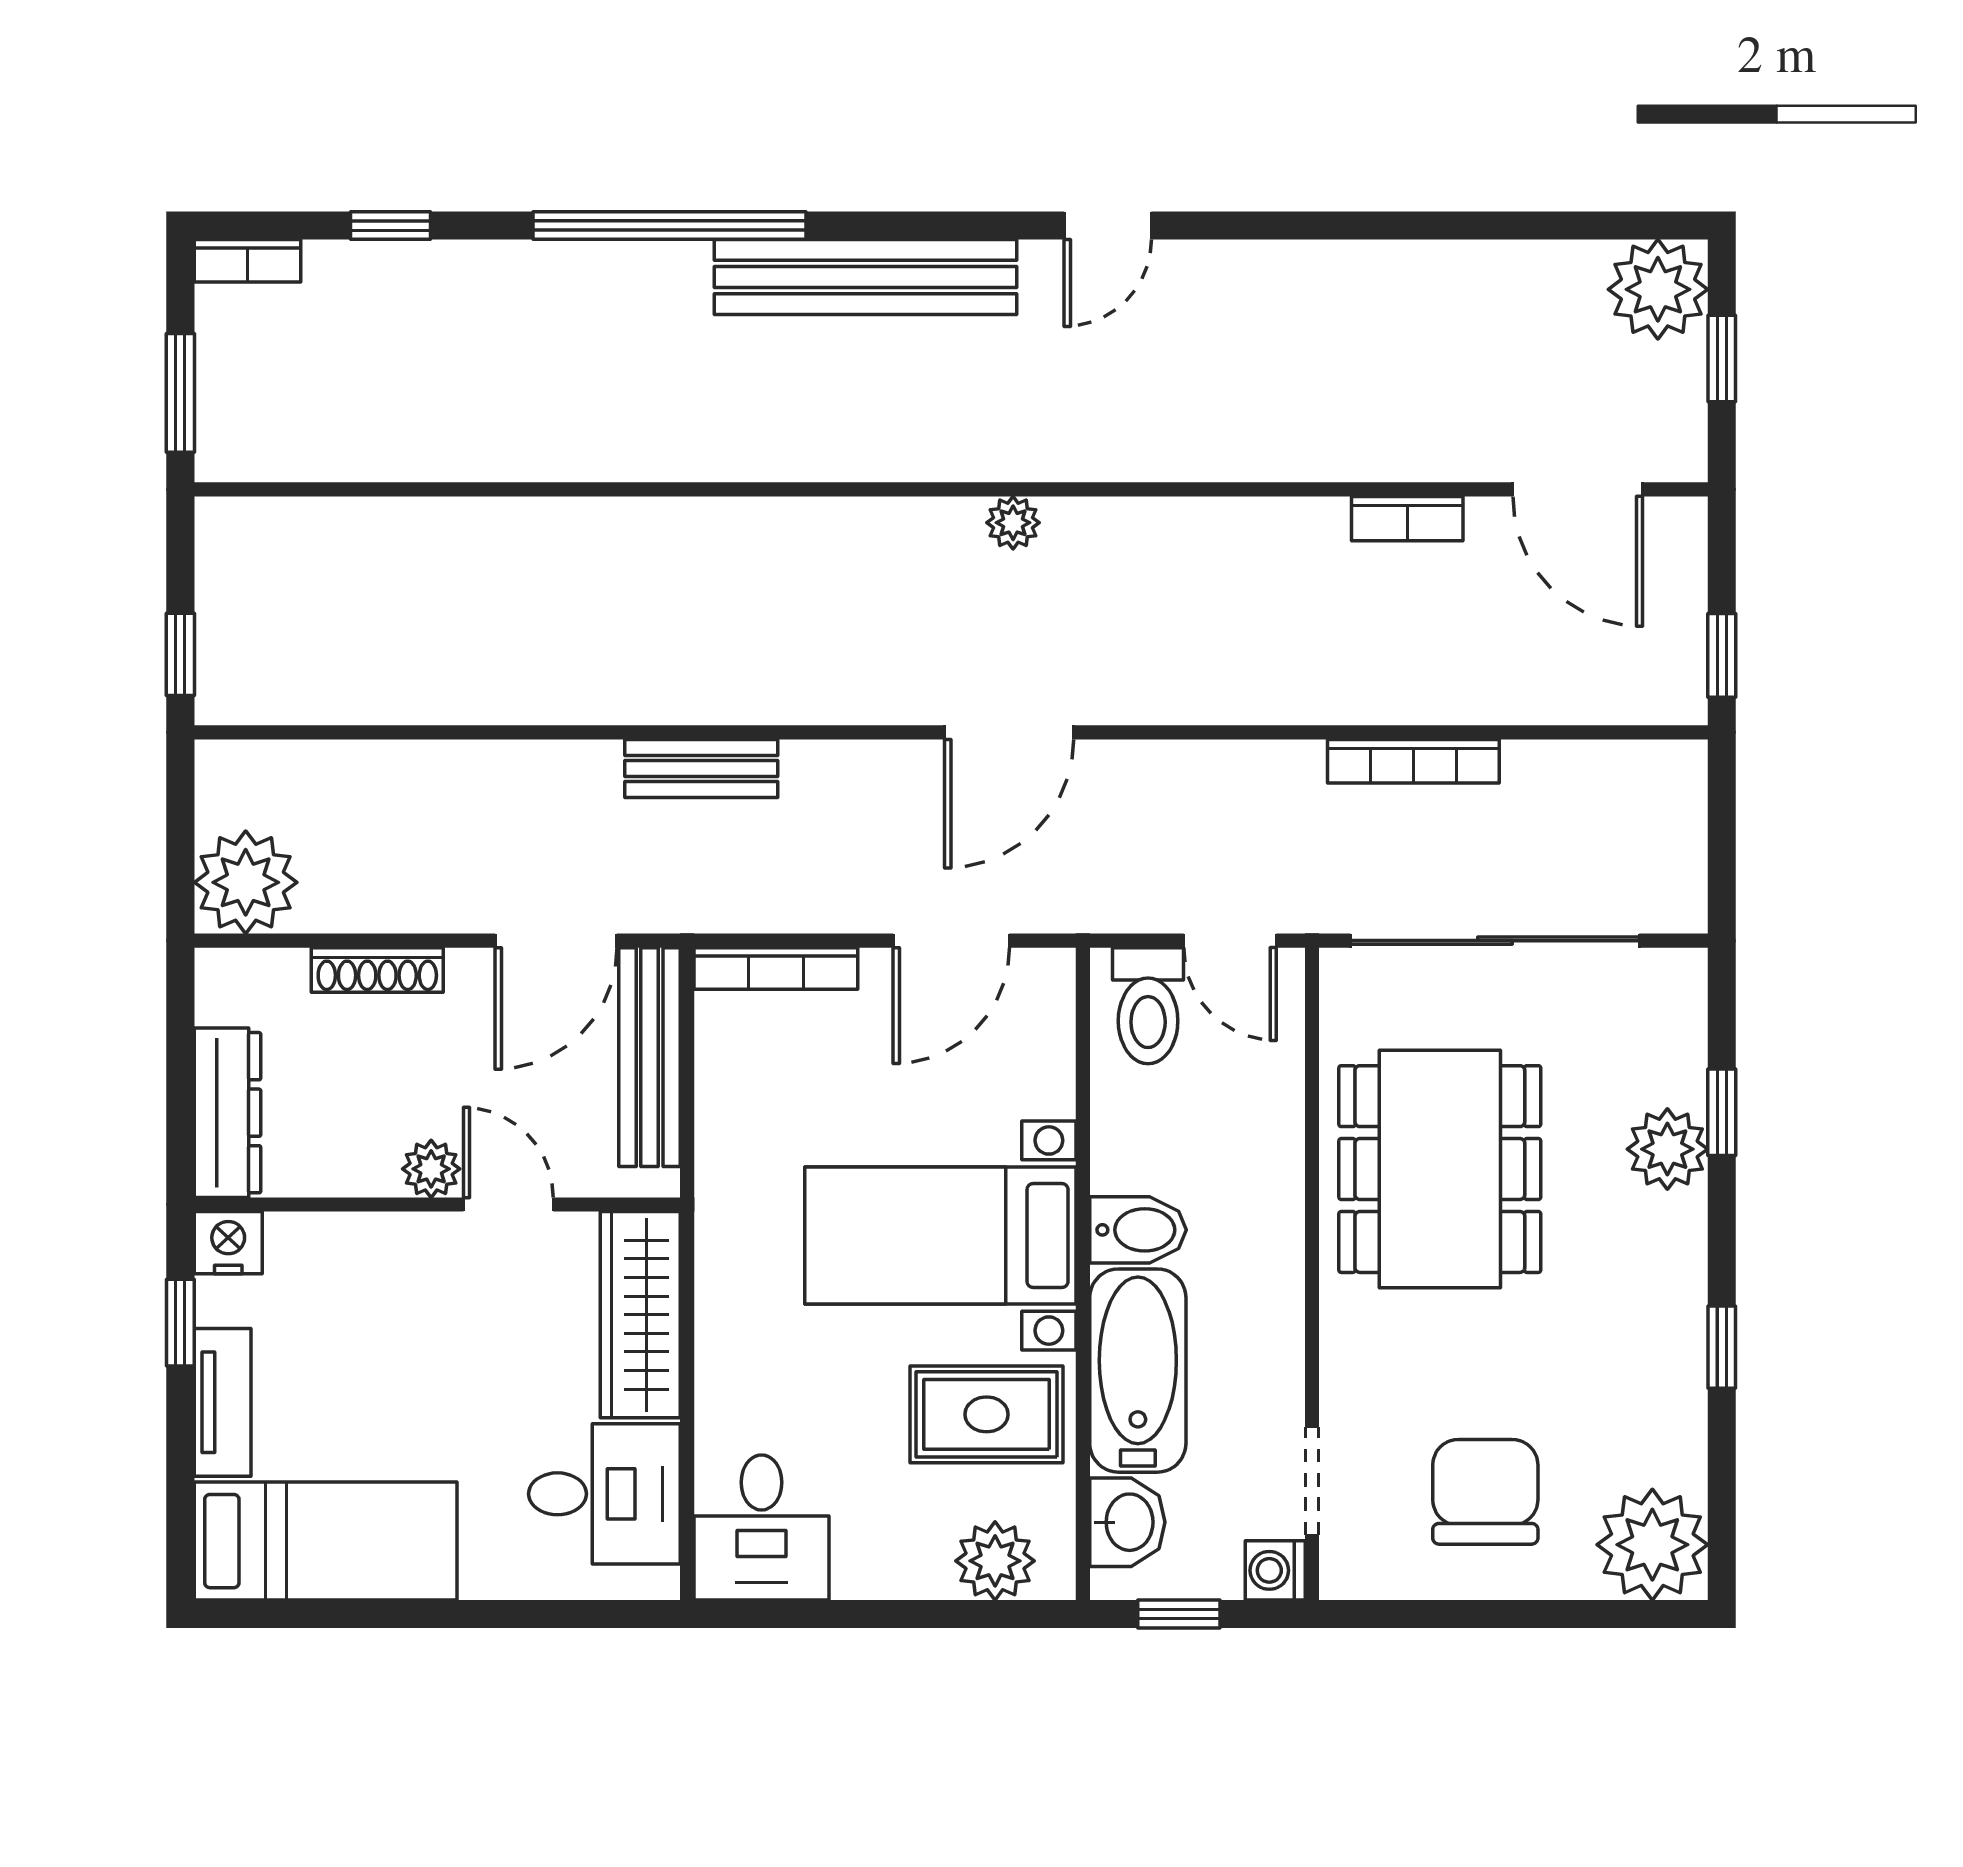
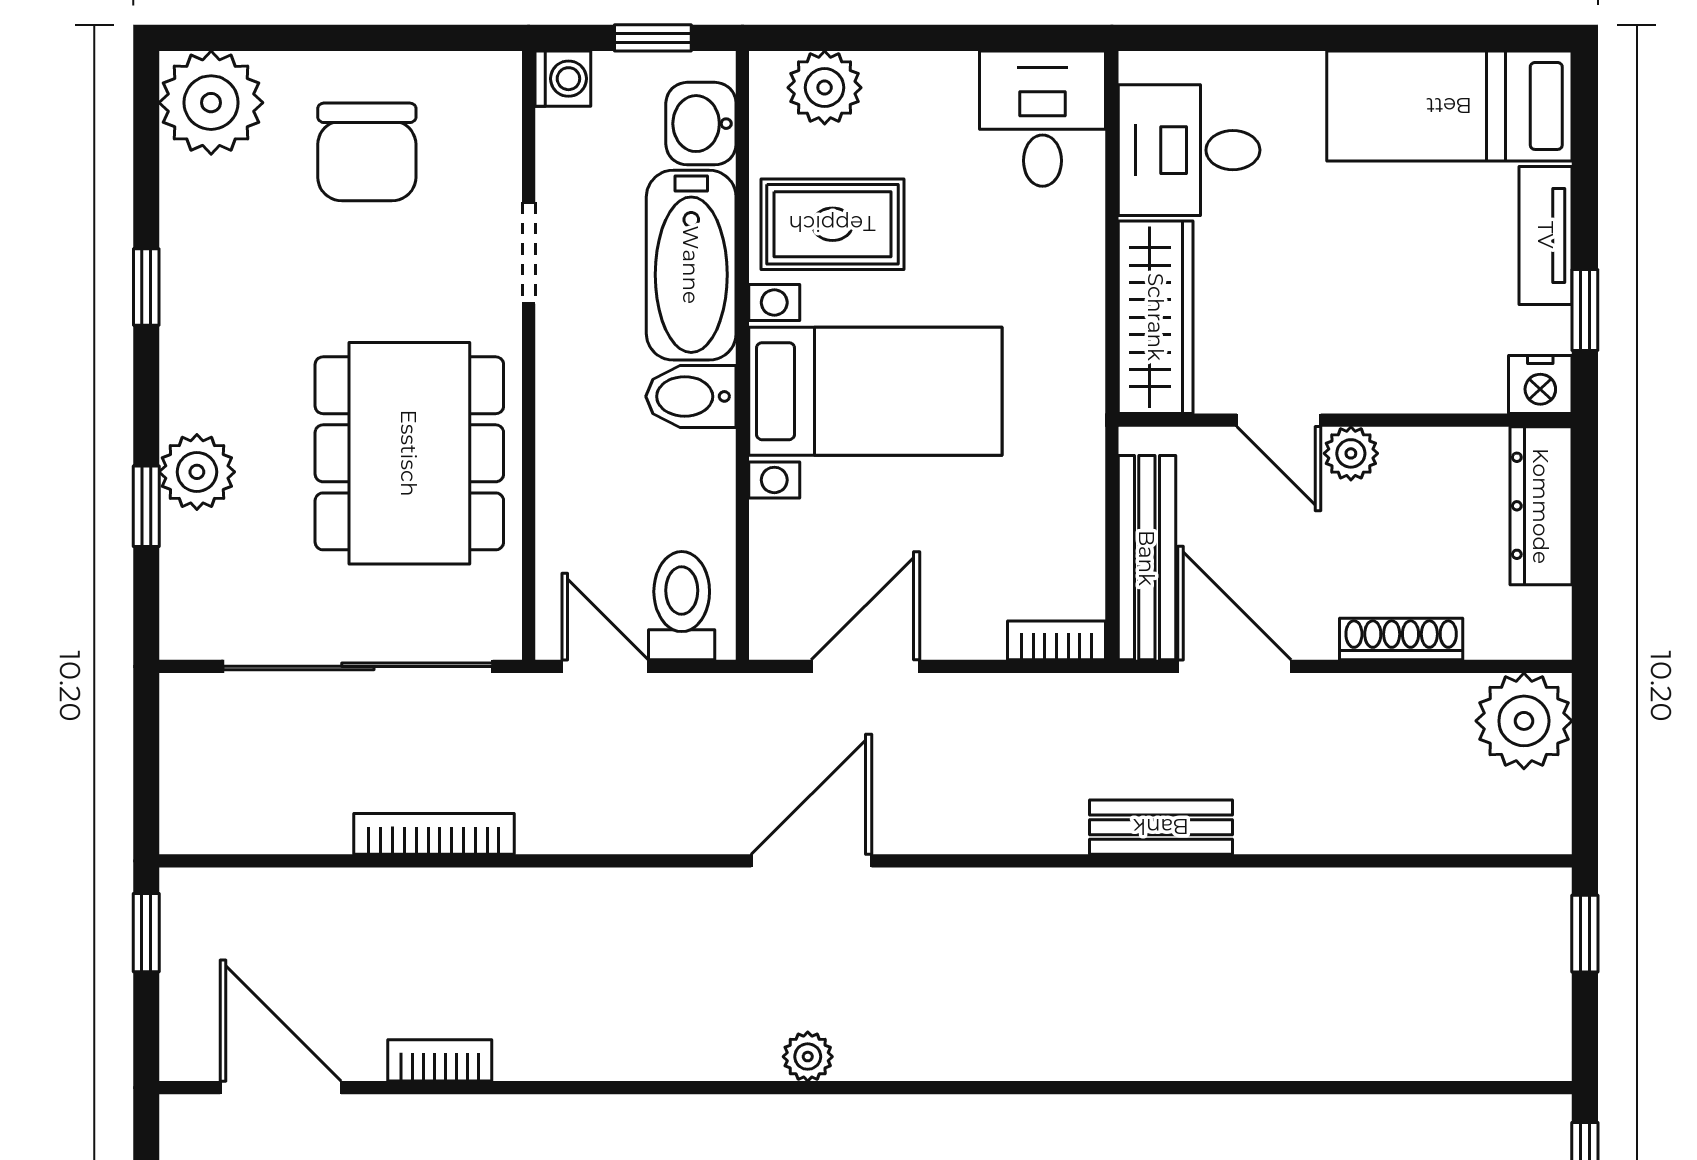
bench: (701, 768) -> (1161, 827), moved
door: (556, 941) -> (1234, 666), hinge flipped
bookcase: (776, 968) -> (1057, 640), width x0.64
doorway: (1312, 1481) -> (529, 253), moved

